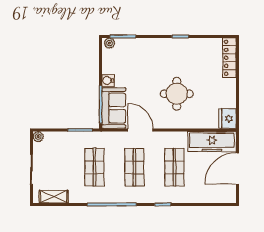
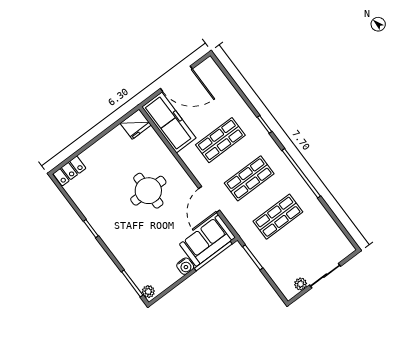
locker: (229, 58) -> (69, 171), width x0.66
plant: (38, 137) -> (301, 284), moved
shelving: (54, 197) -> (336, 235), removed

